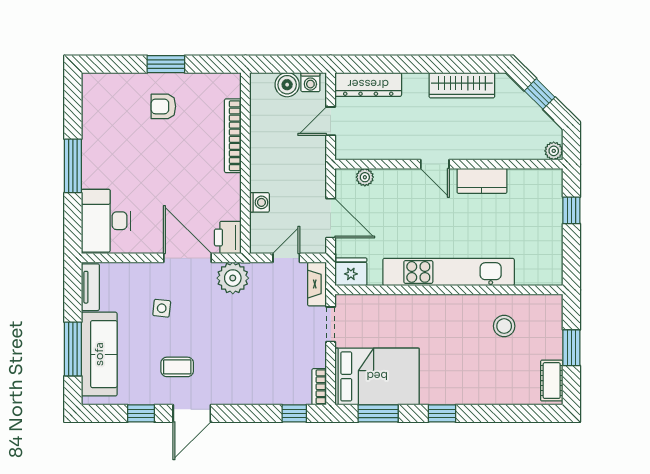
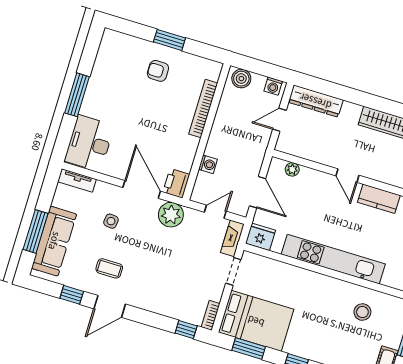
boiler: (287, 85) -> (241, 79), moved
tv unit: (90, 287) -> (77, 180), moved, turned 90

